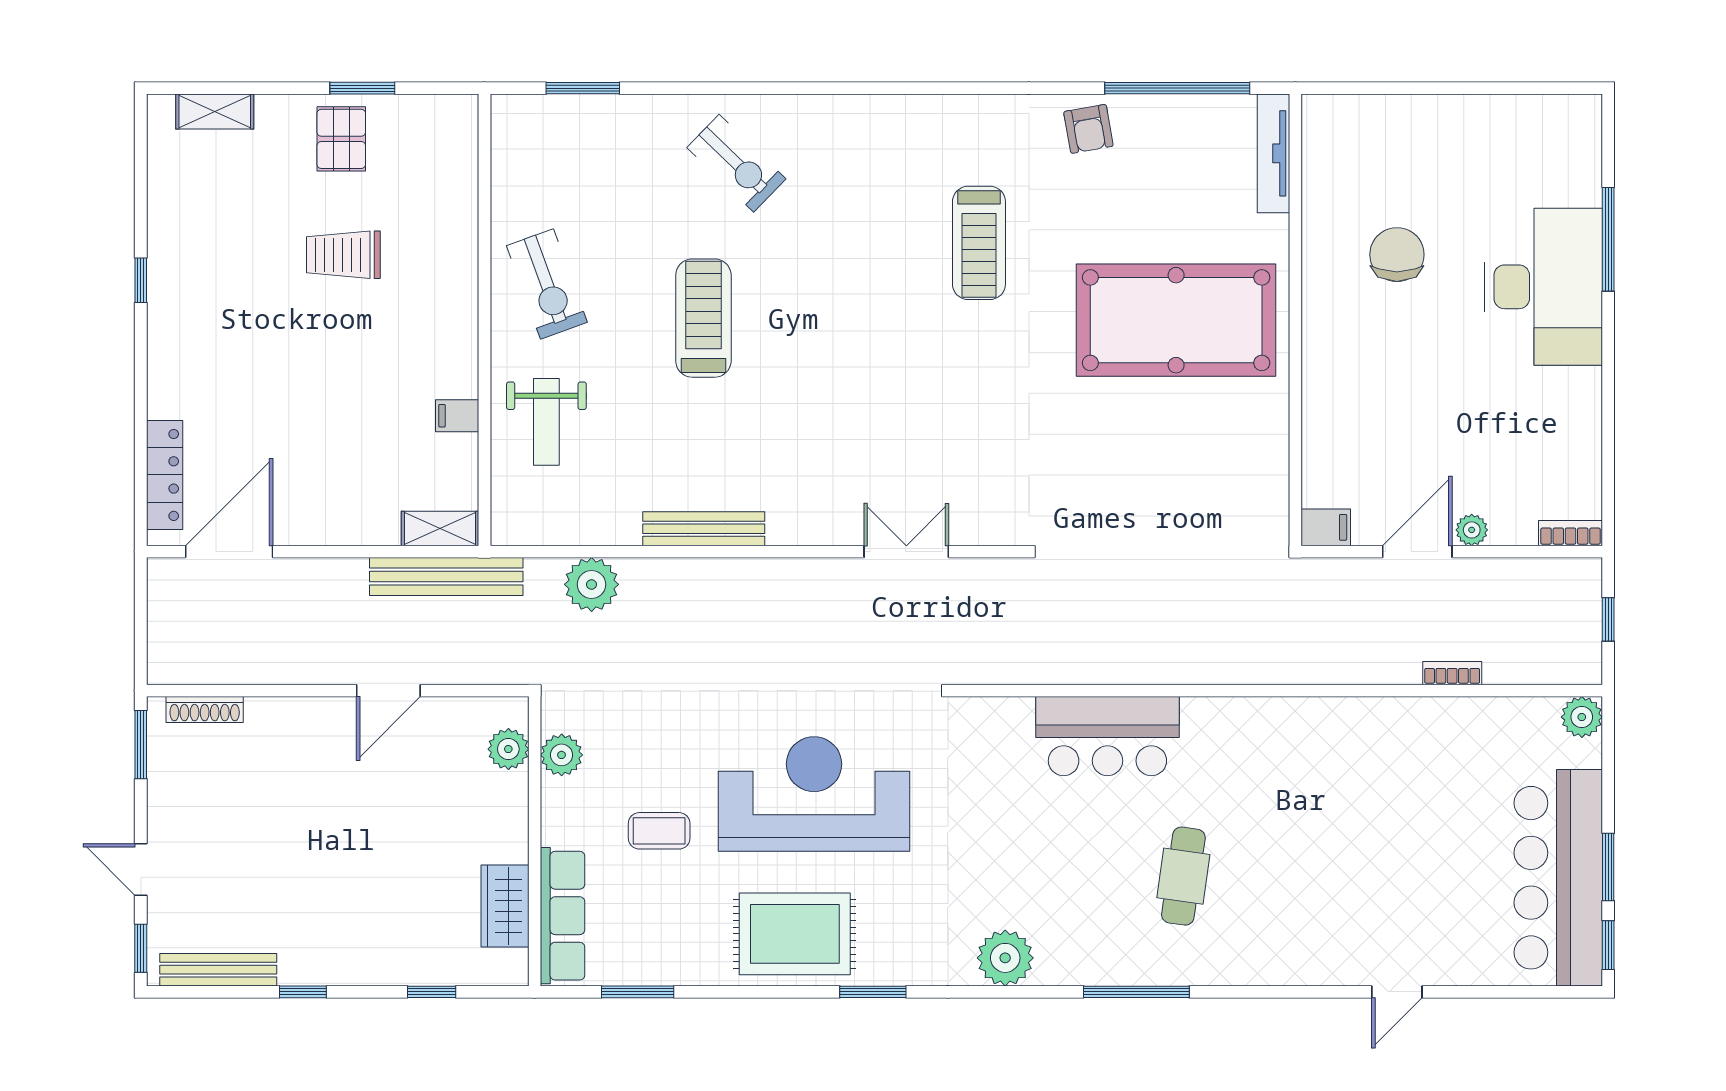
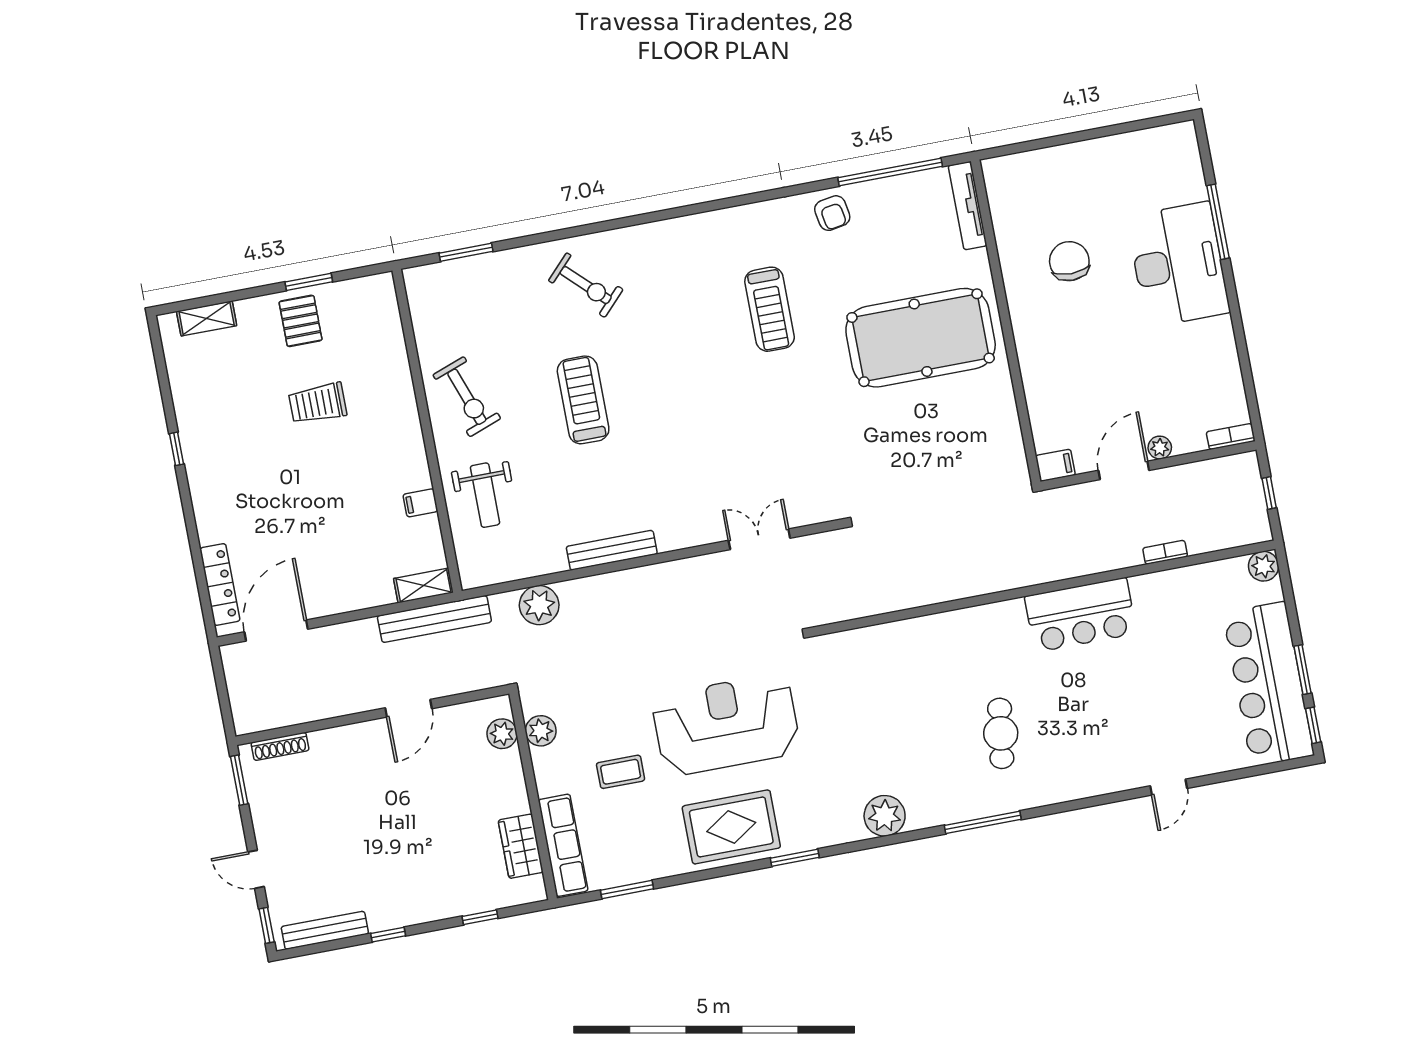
bar counter: (1107, 736) -> (1081, 615), moved

